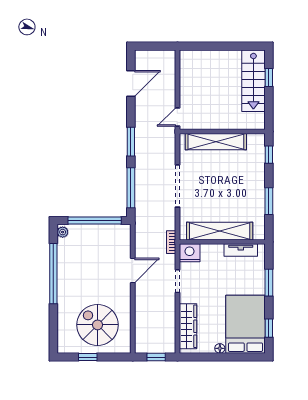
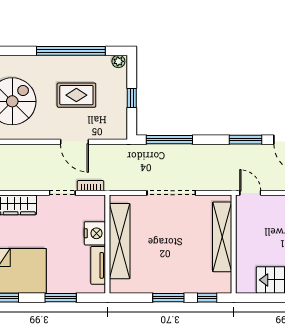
window: (131, 142) -> (245, 140), moved
window: (269, 201) -> (168, 298), moved
window: (95, 220) -> (132, 98), width x0.32
bookcase: (171, 242) -> (91, 186), moved
nightstand: (190, 253) -> (95, 233), moved
rug: (92, 269) -> (76, 95), added

